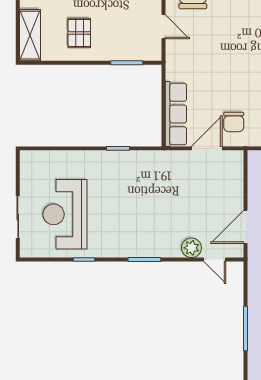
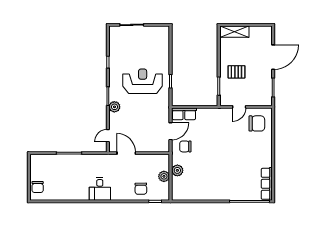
pallet: (79, 33) -> (236, 72), moved
row of seats: (176, 114) -> (184, 114), width x0.68
door: (207, 148) -> (171, 131), hinge flipped
reception desk: (65, 214) -> (143, 81), moved
plant: (191, 248) -> (114, 107), moved

